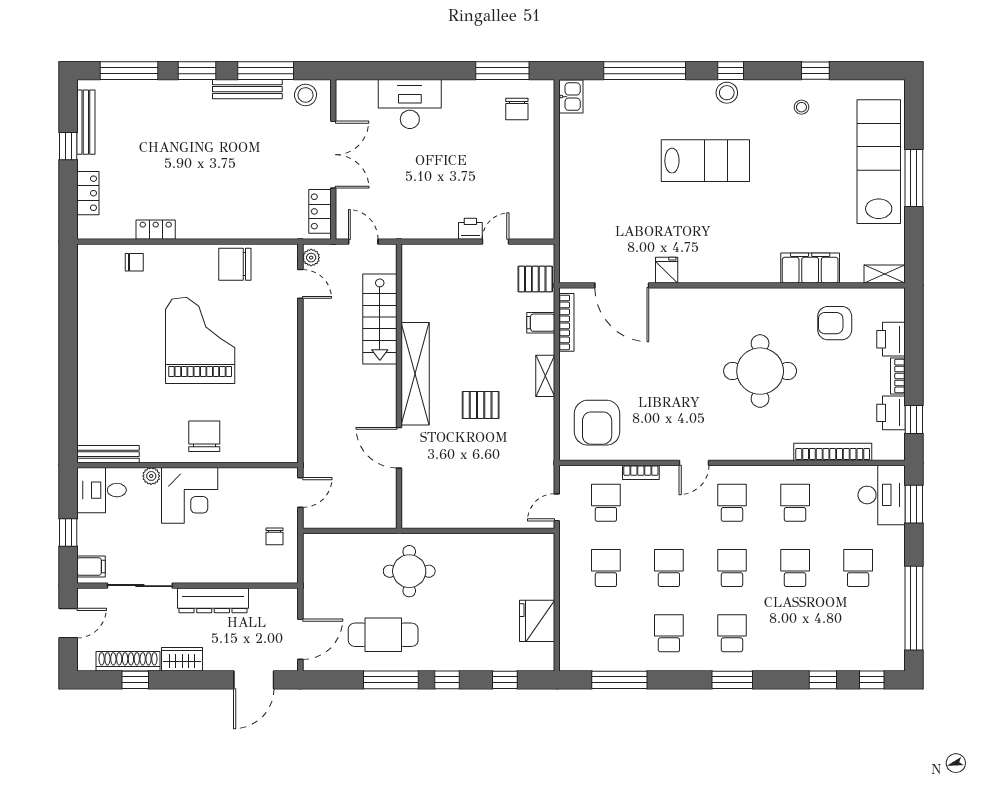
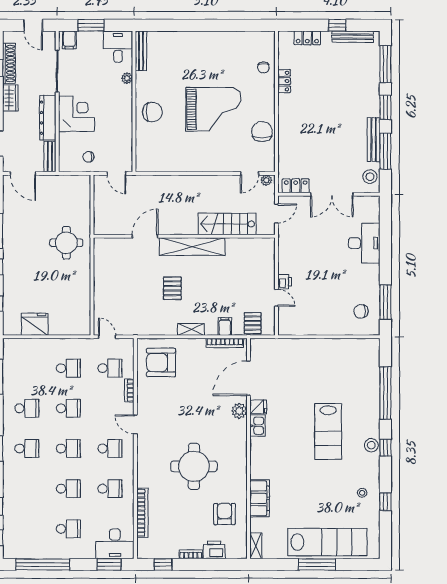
kitchen sink: (571, 97) -> (258, 426), moved, turned -90
plant: (673, 300) -> (239, 411), added
printer: (891, 413) -> (167, 550), removed
corner desk: (190, 495) -> (76, 114), moved, turned 180
window: (68, 532) -> (91, 25), width x1.50
bench: (274, 597) -> (50, 157), added
cafe table: (383, 635) -> (26, 226), removed

